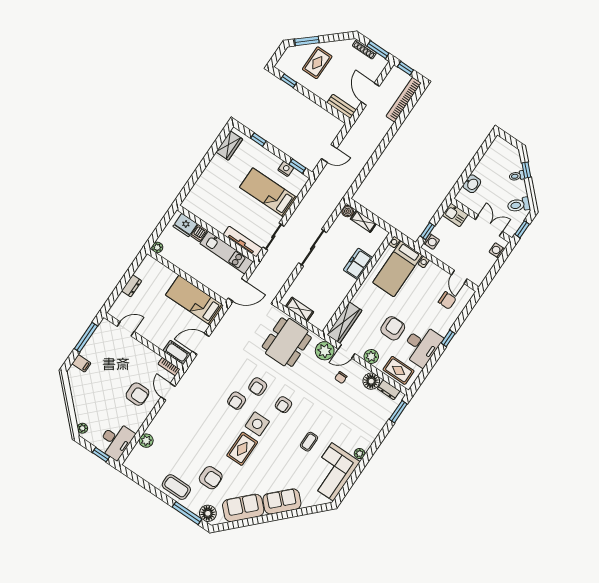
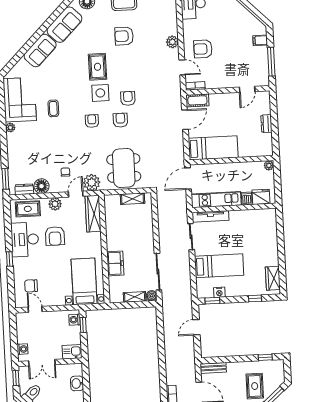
sliding door: (313, 248) -> (158, 272), moved
plant: (146, 441) -> (172, 42), moved
armchair: (211, 478) -> (124, 36), moved

